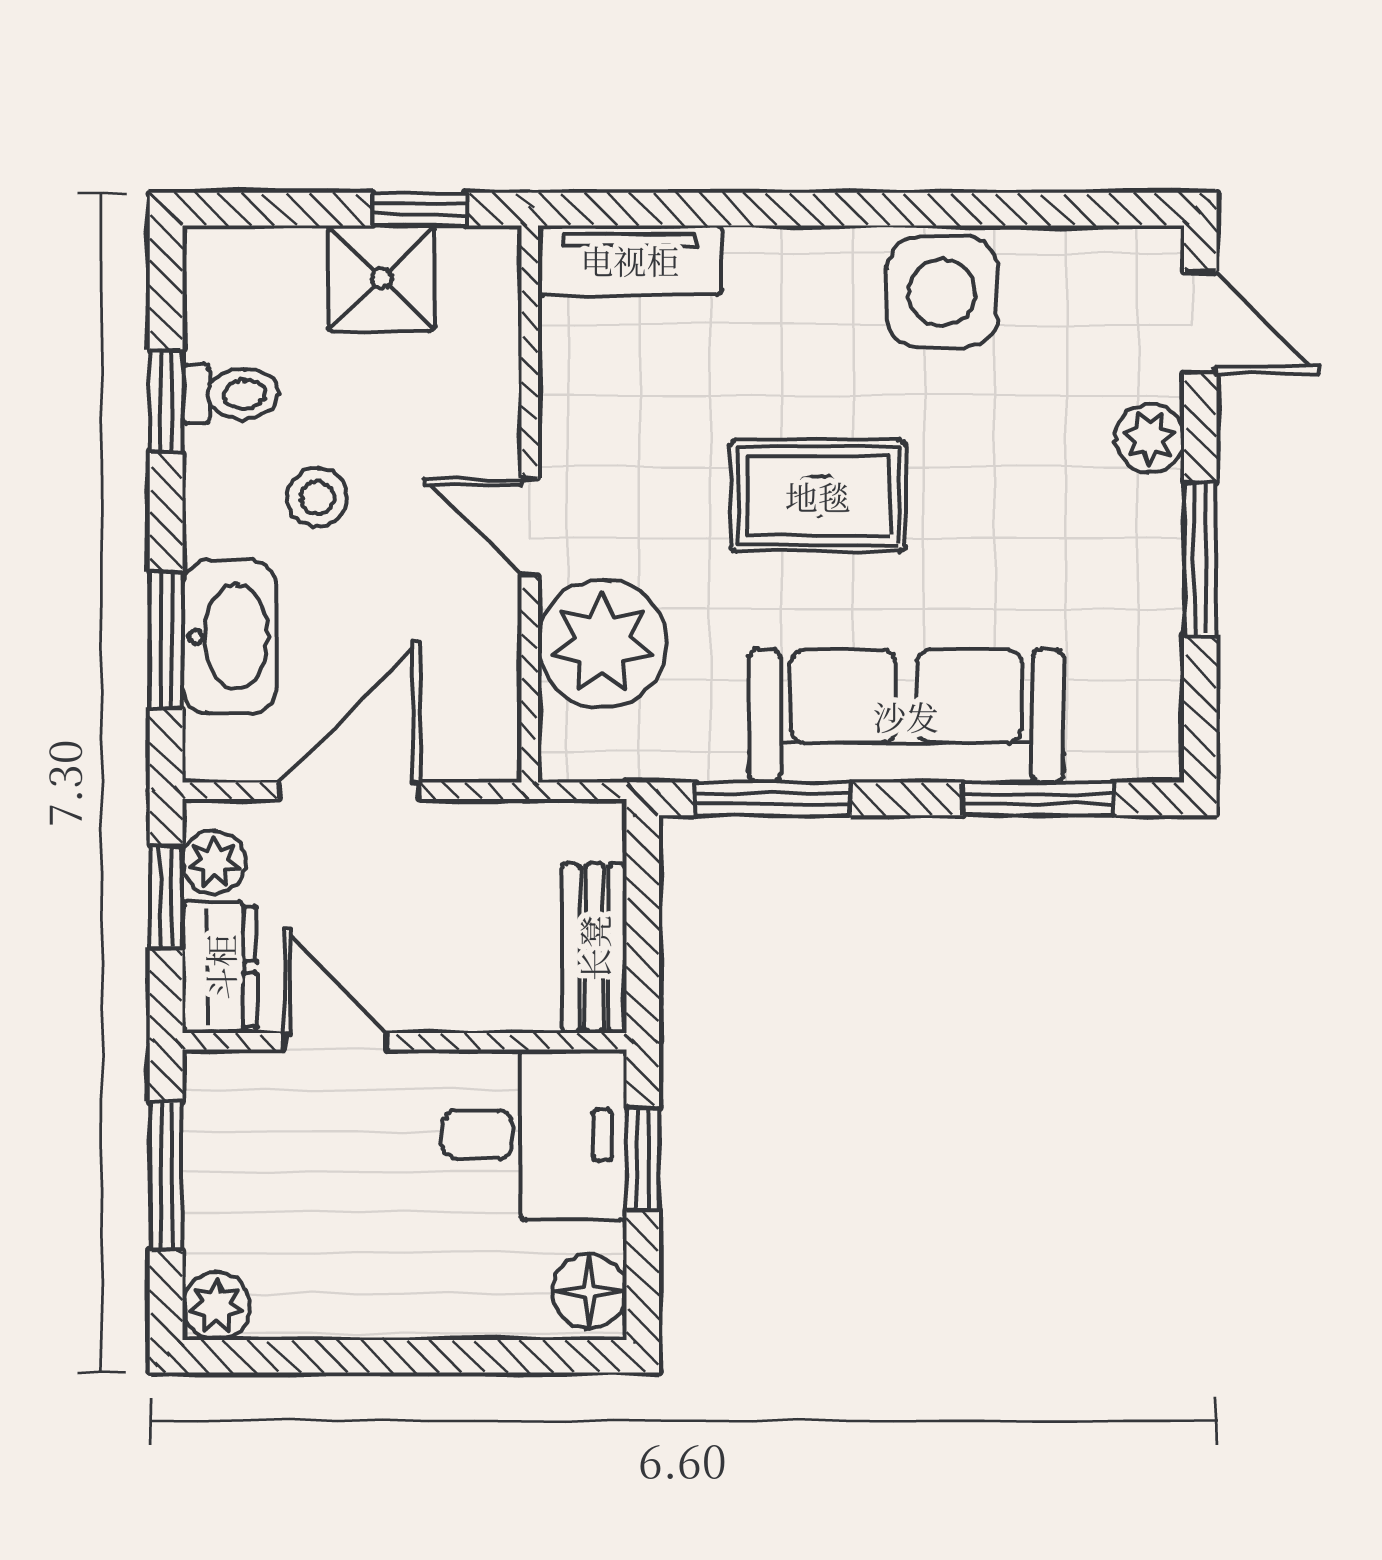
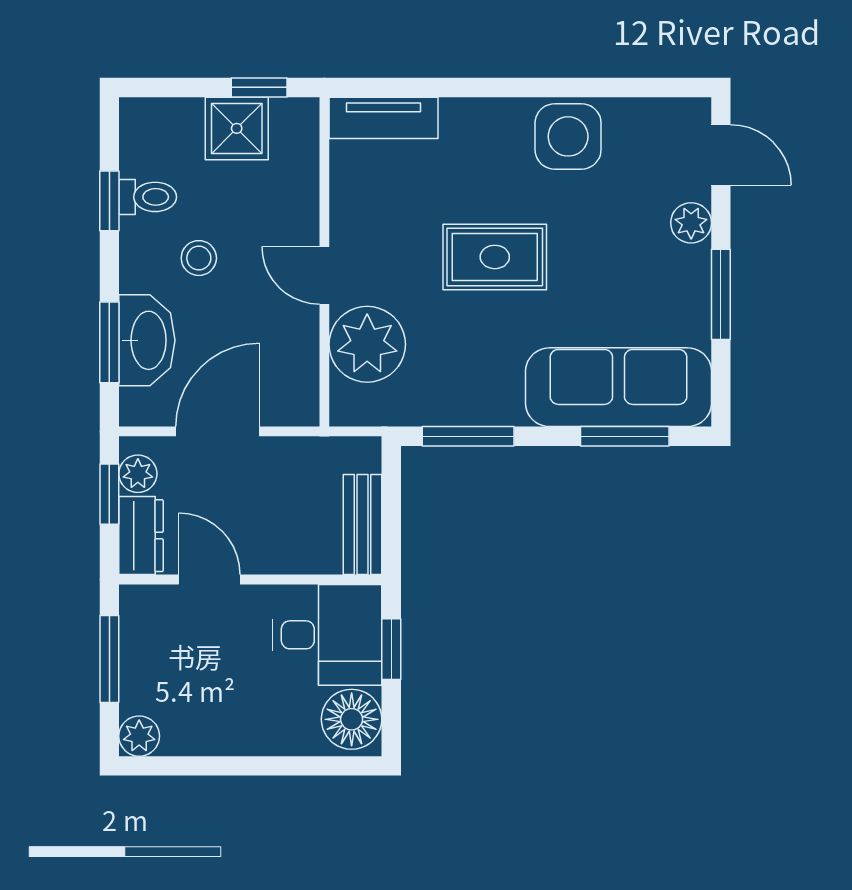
sofa: (906, 716) -> (618, 387), moved
floor lamp: (590, 1291) -> (352, 719), width x1.38, depth x1.38

